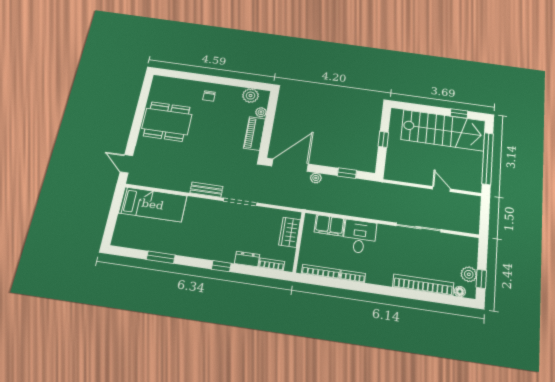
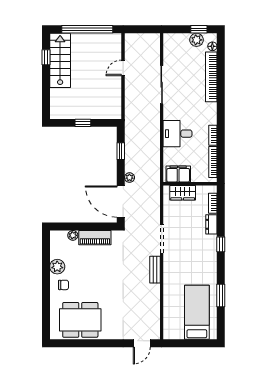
plant: (251, 96) -> (57, 267), moved
dining table: (167, 122) -> (80, 320), moved, turned 90
stairs: (443, 130) -> (60, 60), width x0.73, depth x0.66
bed: (153, 204) -> (197, 312), moved
filing cabinet: (330, 225) -> (178, 174), moved, turned -90

